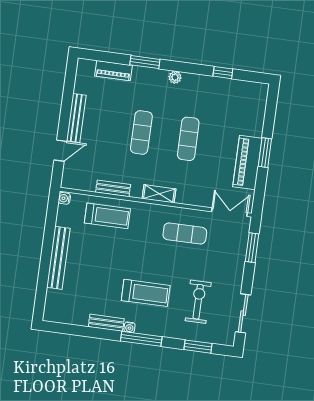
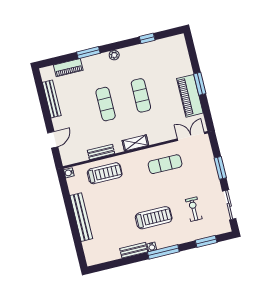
bench: (76, 118) -> (52, 99), moved
window: (252, 248) -> (220, 168), moved
exercise bike: (198, 302) -> (194, 209), width x0.73, depth x0.72

